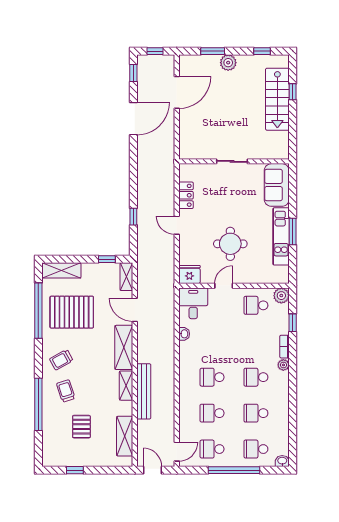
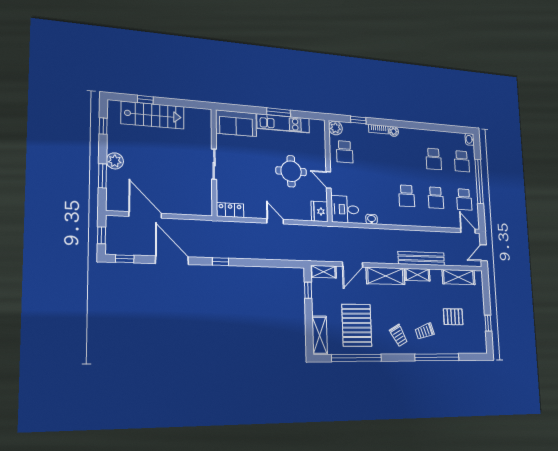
locker: (186, 195) -> (230, 210), moved
window: (133, 217) -> (221, 262), moved
door: (177, 225) -> (275, 221), swing flipped
school desk: (256, 377) -> (405, 157), removed

